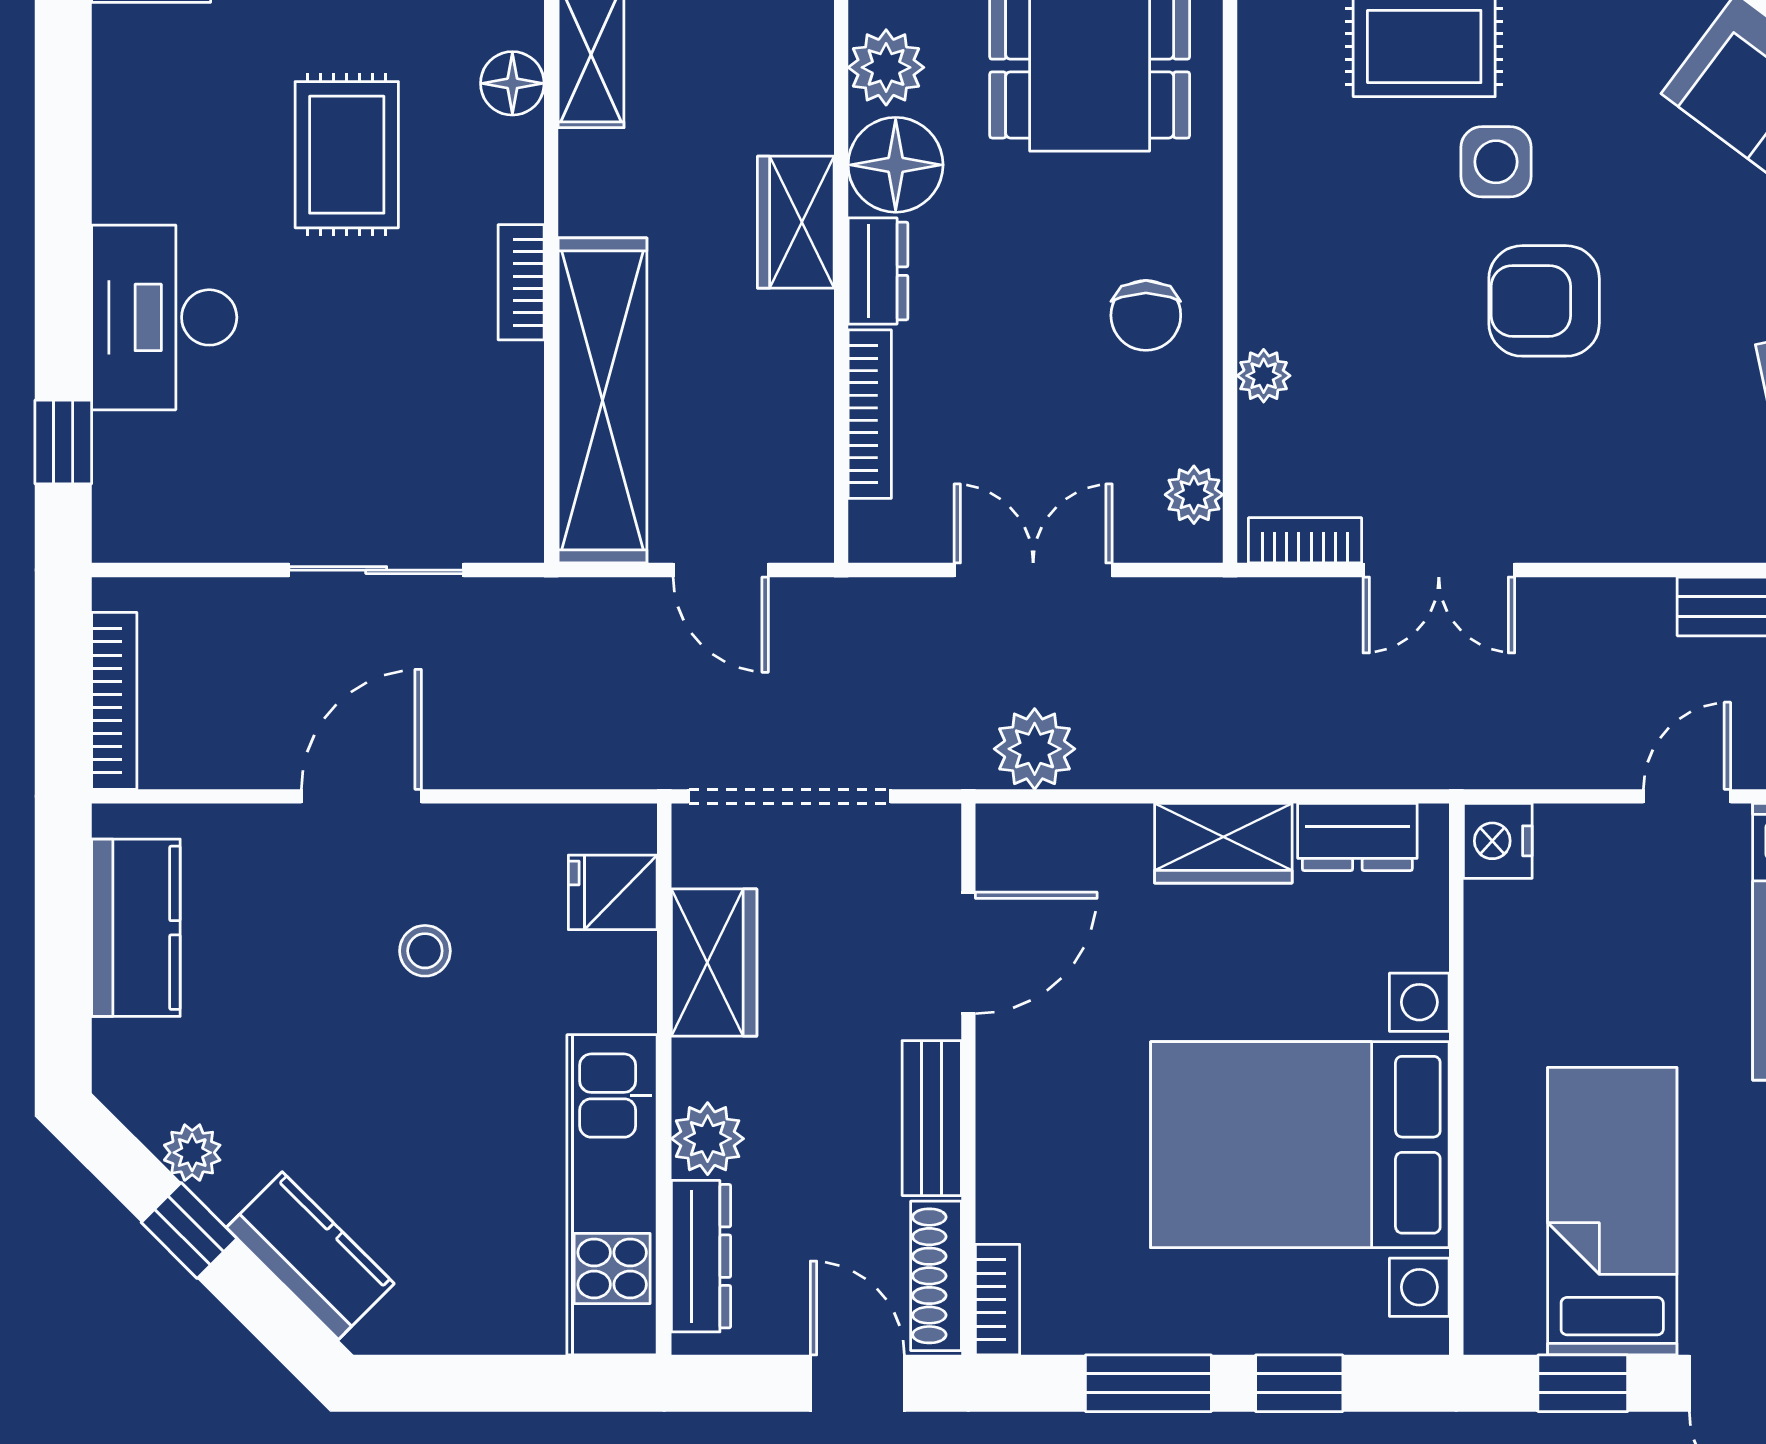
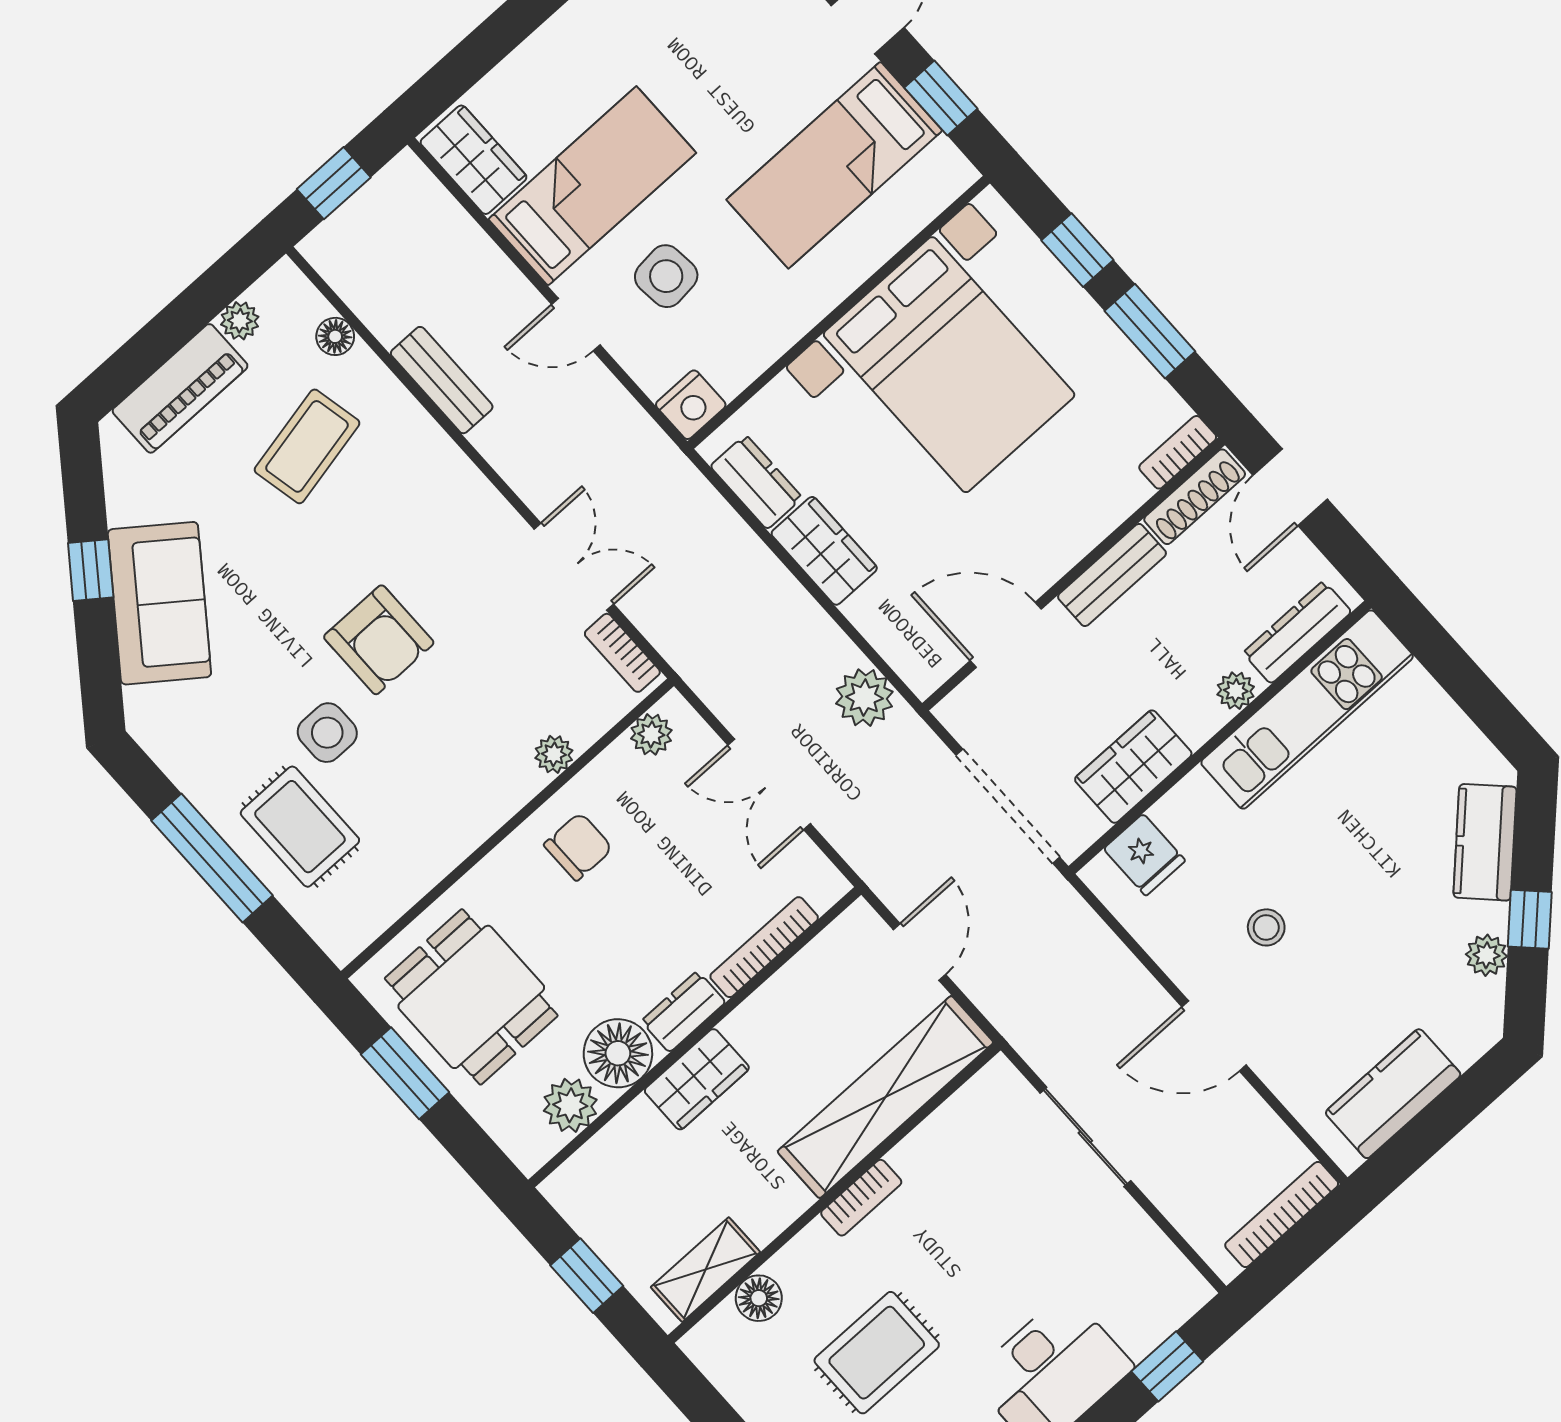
side table: (1653, 935) -> (666, 276), added
plant: (708, 1139) -> (1236, 691), width x0.73, depth x0.73

